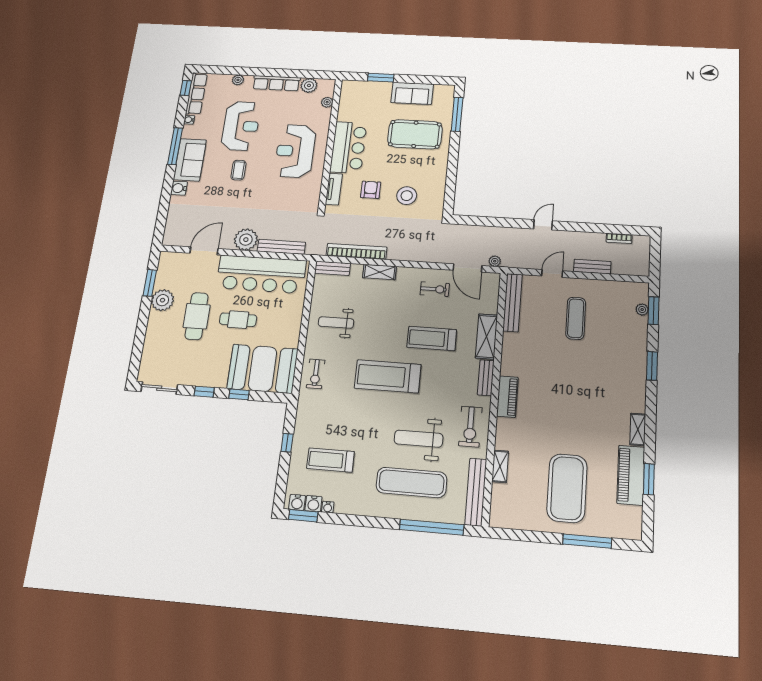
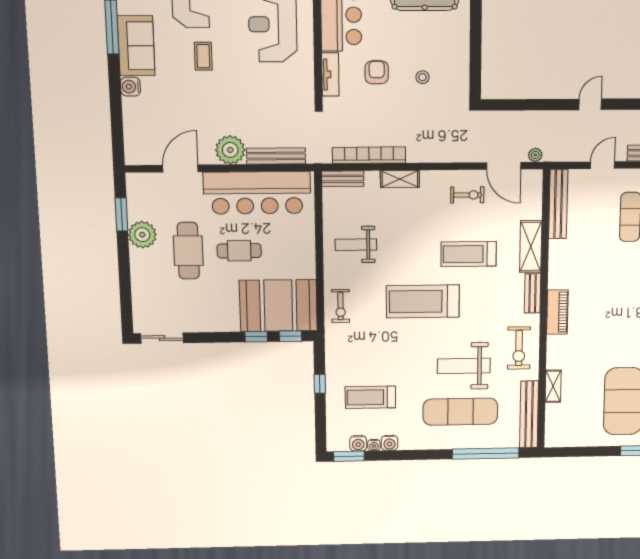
stool: (407, 196) -> (423, 77), width x0.53, depth x0.53
window: (204, 392) -> (291, 336), moved
water cooler: (297, 502) -> (390, 443), moved

